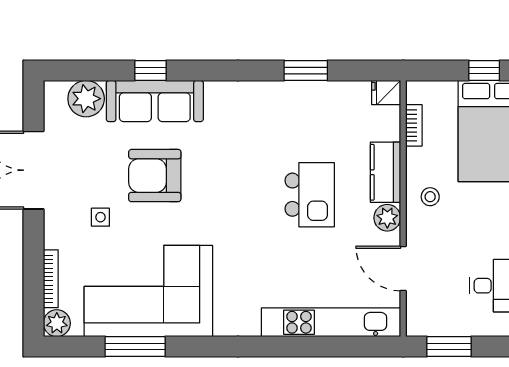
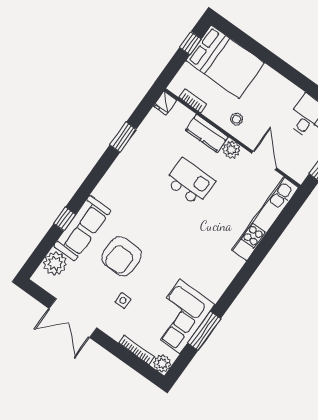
door: (403, 269) -> (264, 161), swing flipped
corner sofa: (148, 291) -> (180, 317), width x0.73, depth x0.74

